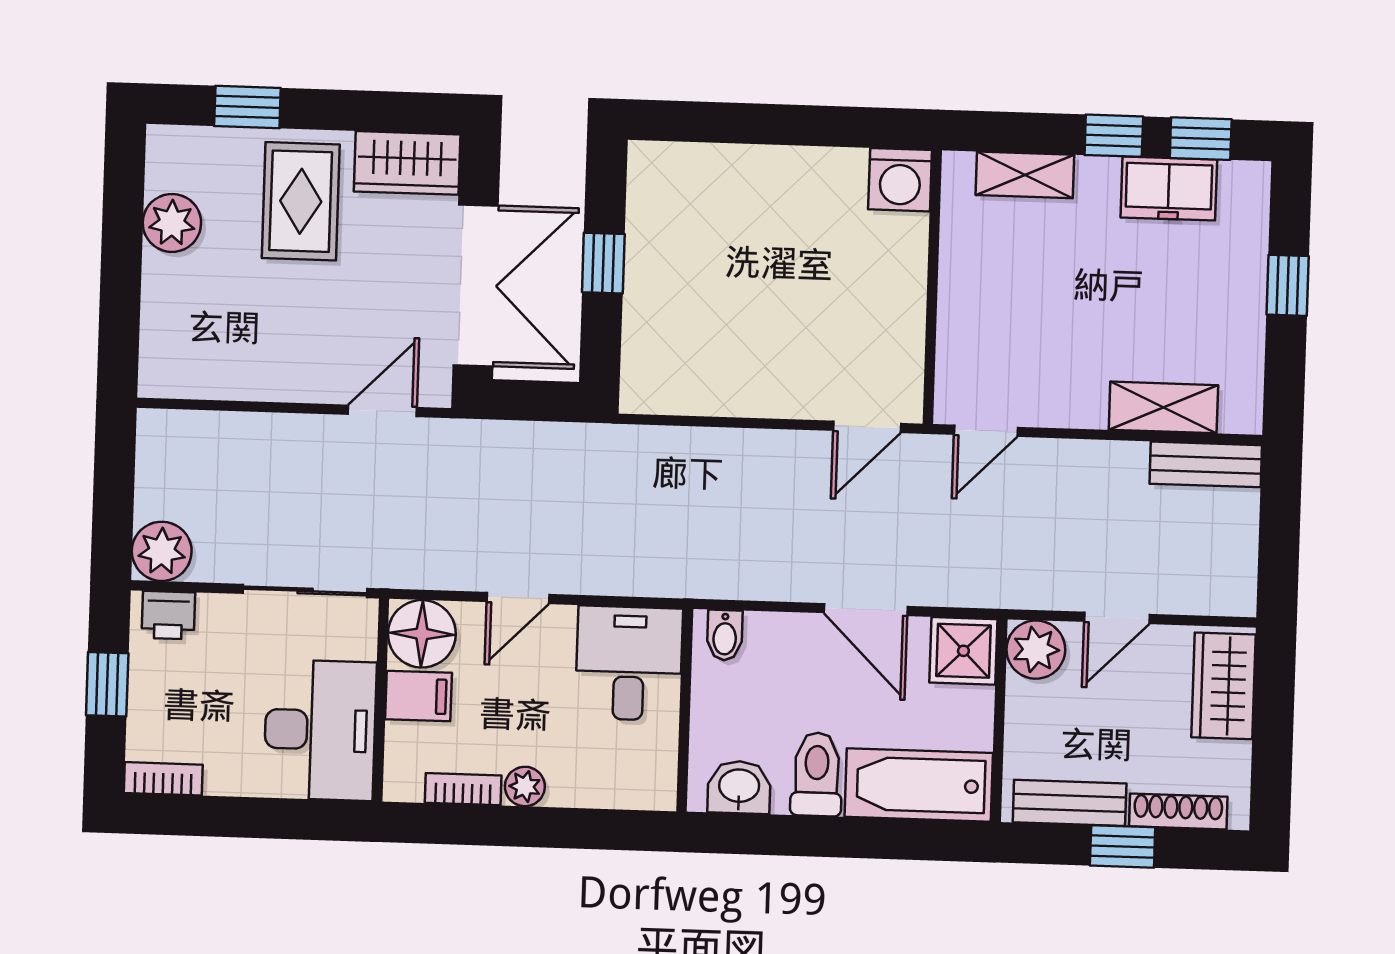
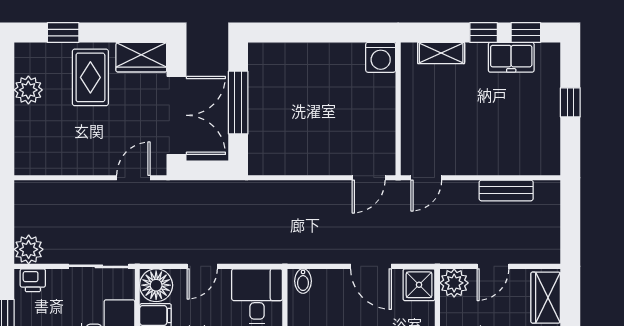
window: (603, 263) -> (238, 103), width x2.17
shelving: (1163, 407) -> (512, 164), removed
bench: (1206, 464) -> (506, 190), moved

